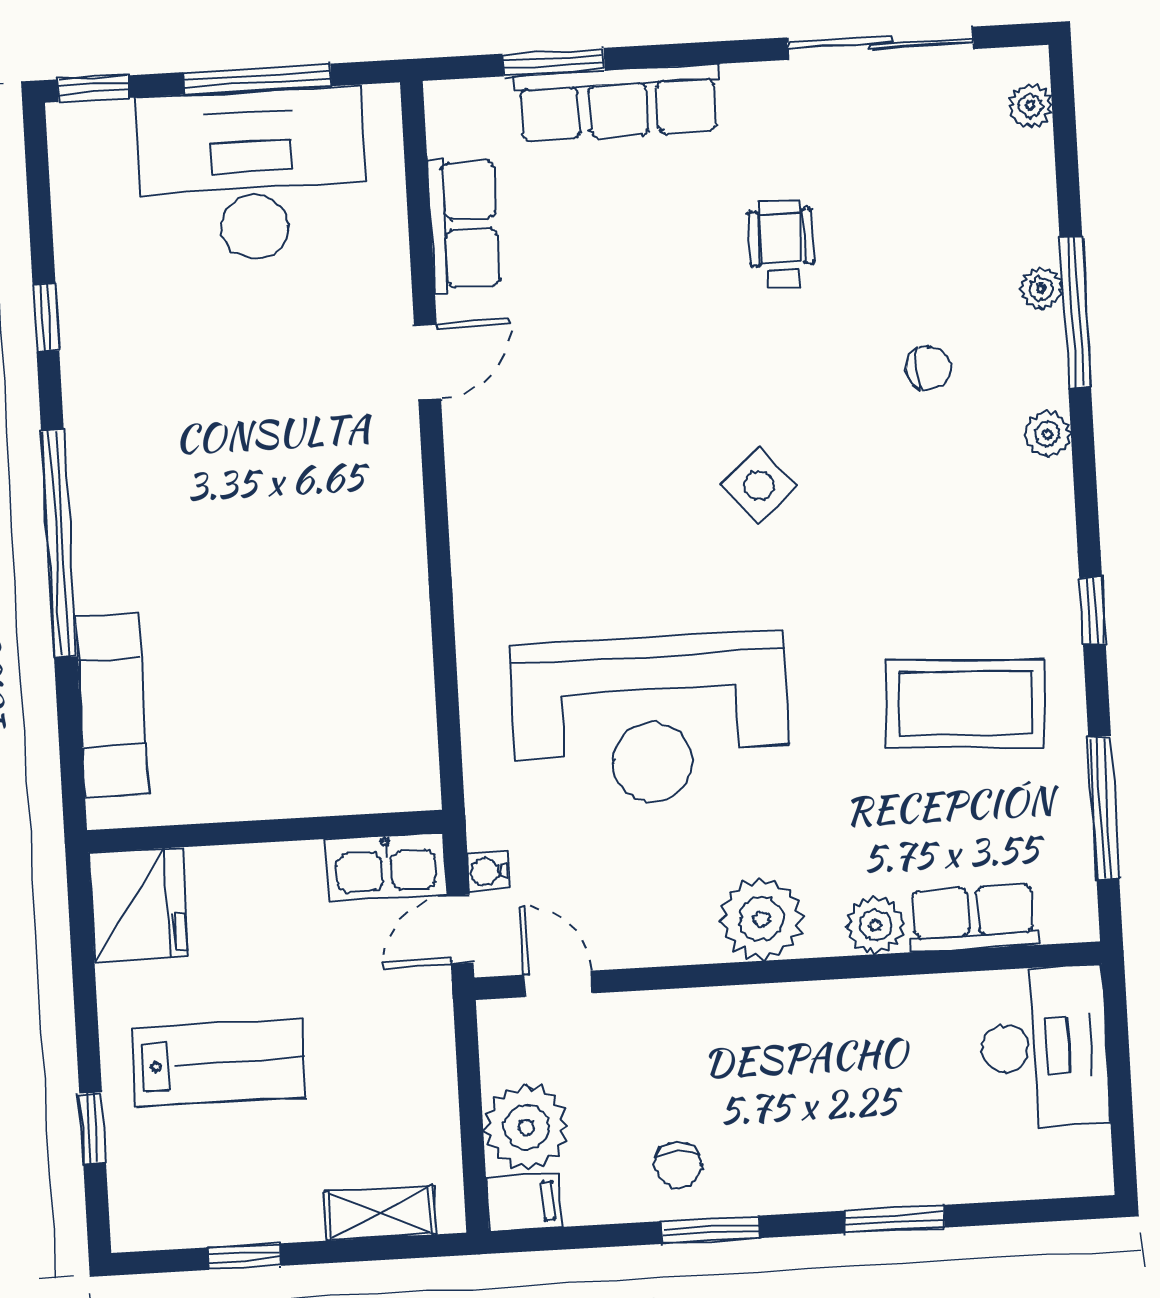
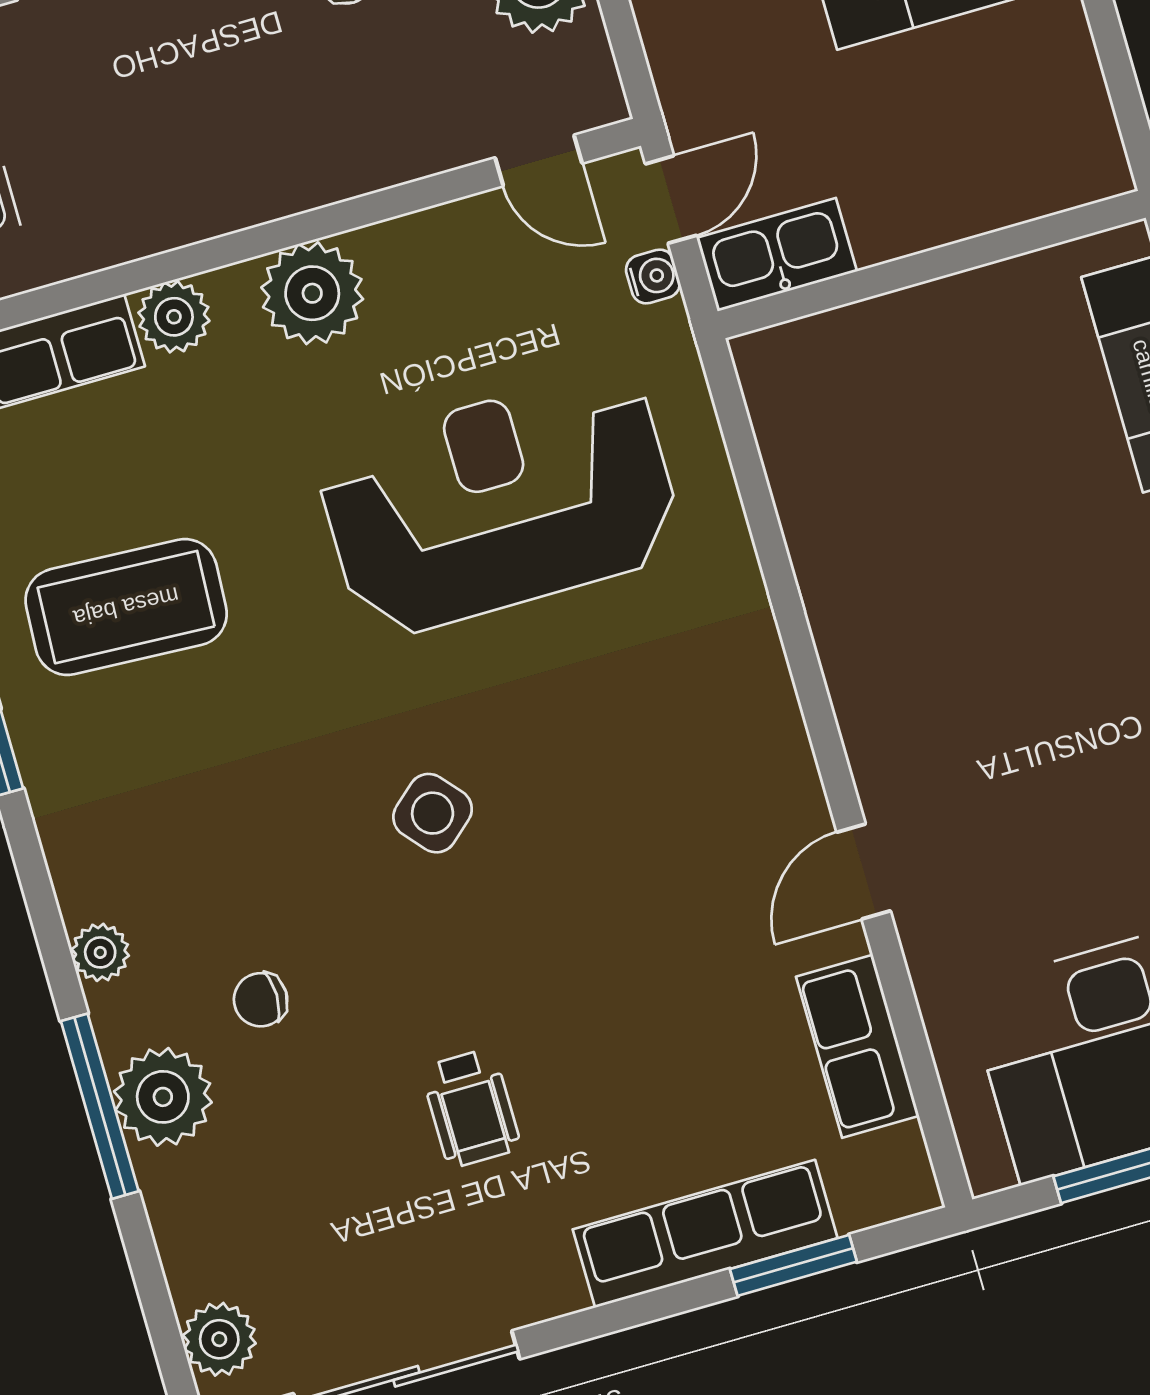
plant: (1030, 106) -> (219, 1339), width x1.38, depth x1.38
plant: (1041, 289) -> (163, 1097), width x1.87, depth x1.87
fridge: (138, 905) -> (1064, 142), removed

